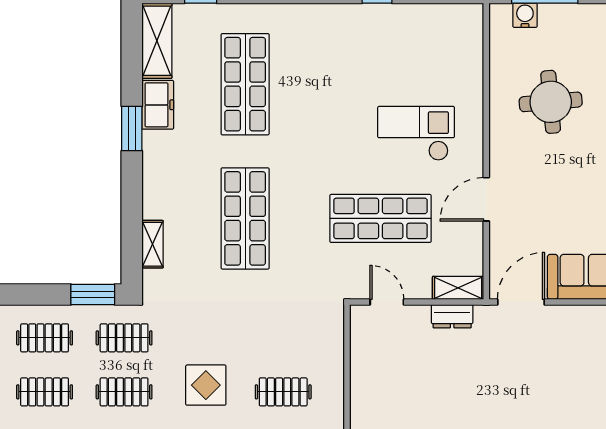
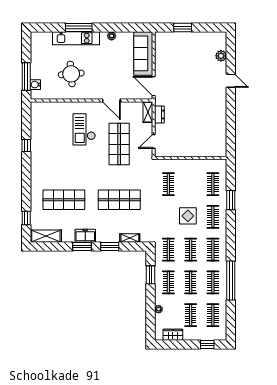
freezer: (158, 105) -> (85, 236), moved
window: (132, 196) -> (110, 246), added
window: (93, 294) -> (150, 275), moved
clothes rail: (283, 392) -> (168, 184), moved

